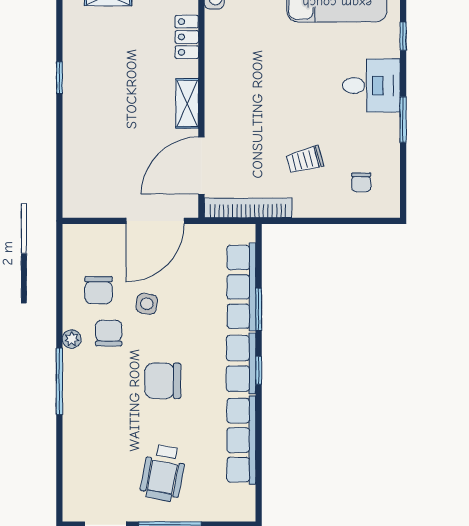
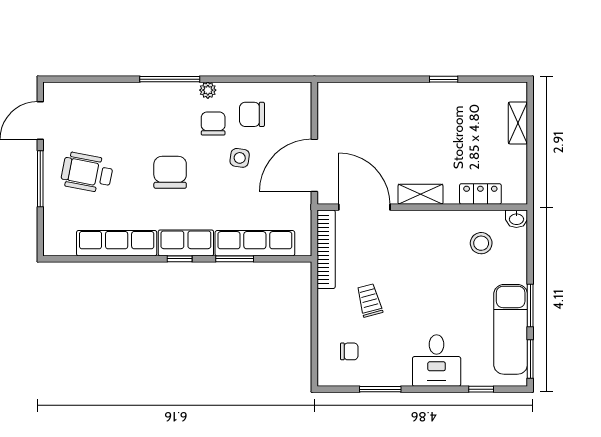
stool: (241, 36) -> (481, 243), added
window: (403, 120) -> (380, 389), moved
chair: (361, 182) -> (349, 351), turned 180
door: (155, 221) -> (314, 165), hinge flipped
chair: (109, 333) -> (213, 124), turned -90

